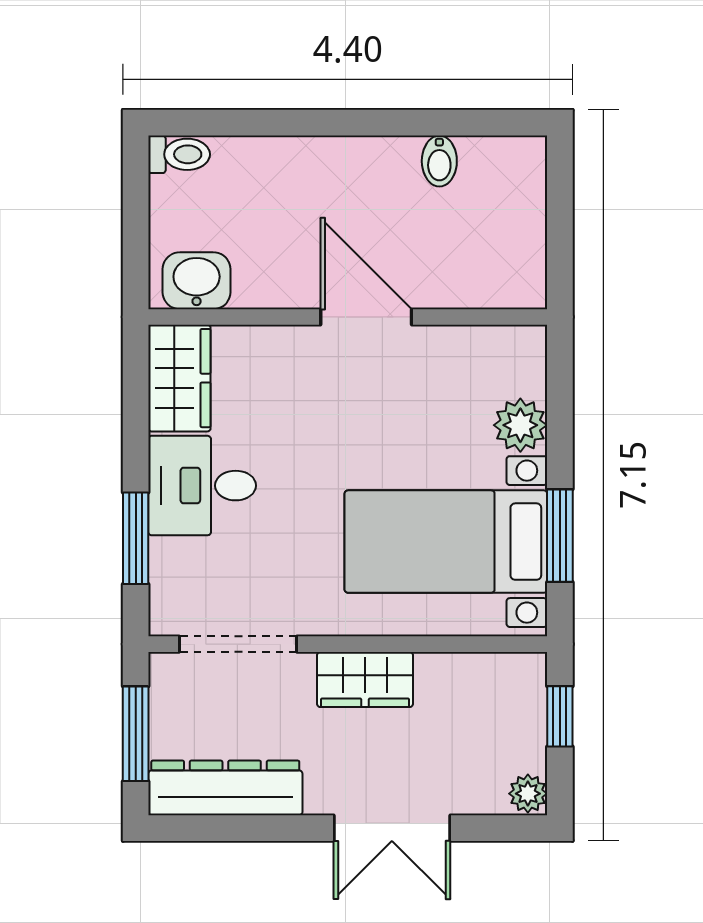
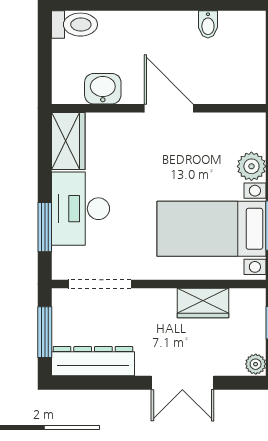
toilet: (179, 154) -> (75, 25), width x1.37, depth x1.39
washbasin: (197, 281) -> (103, 89), moved
desk: (202, 486) -> (81, 209), width x1.37
wardrobe: (365, 679) -> (203, 303), moved

